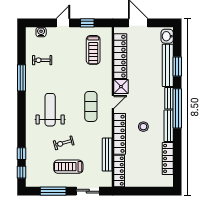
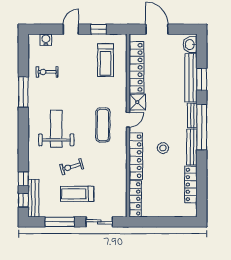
bench: (107, 155) -> (33, 198), moved

